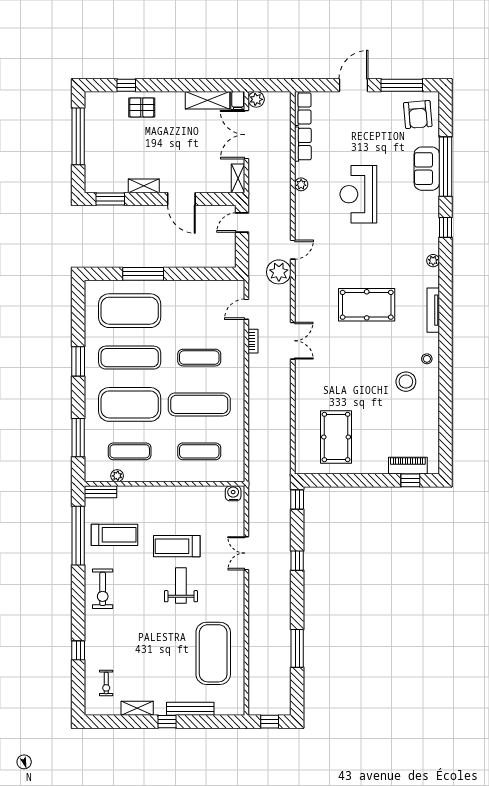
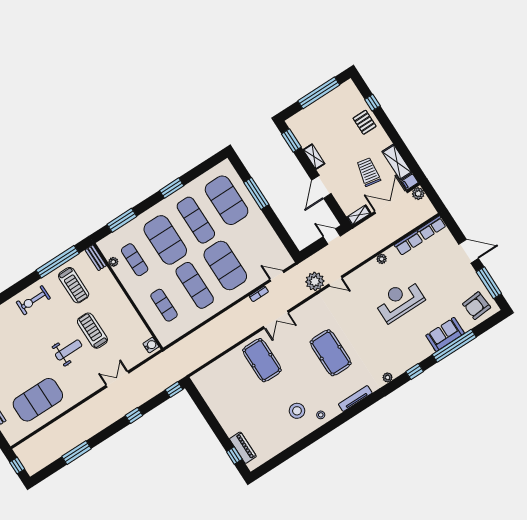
trolley: (198, 138) -> (368, 172), added
exercise mat: (199, 358) -> (225, 266), width x2.00, depth x1.45
pool table: (336, 437) -> (262, 360), moved, turned 90

